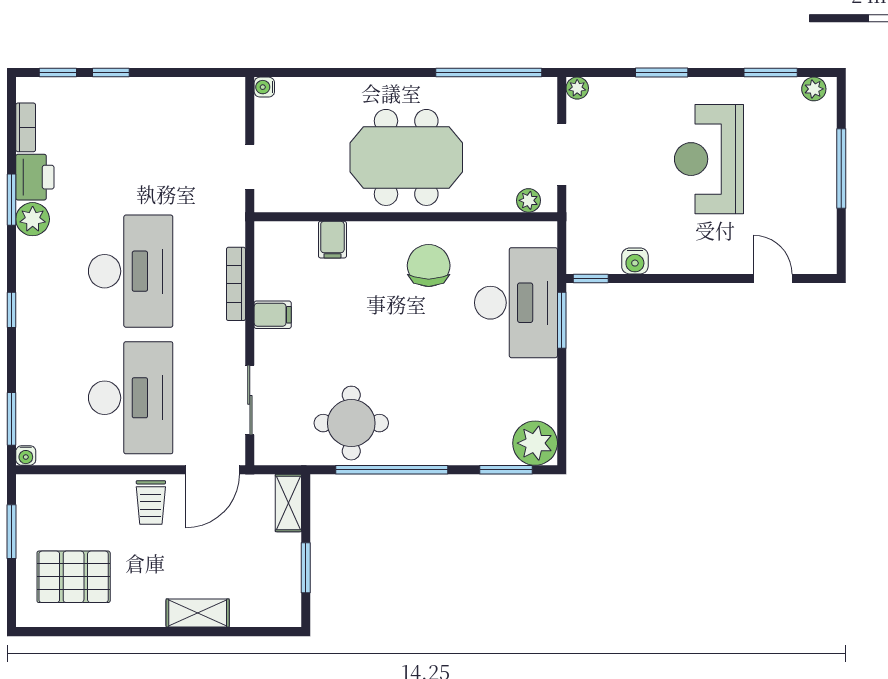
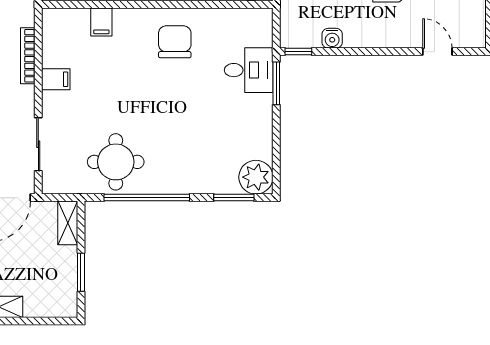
desk: (516, 303) -> (249, 70), width x0.53, depth x0.77

